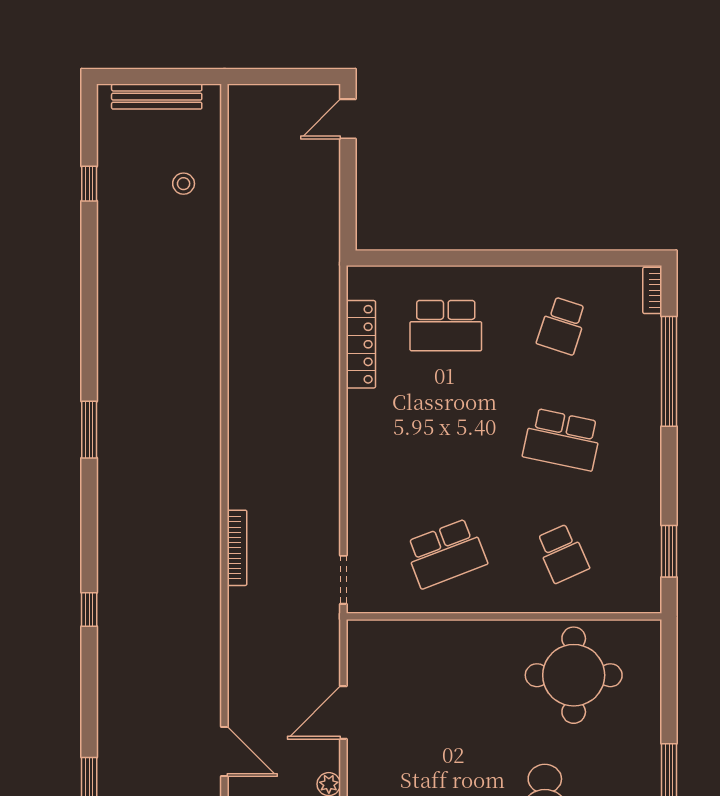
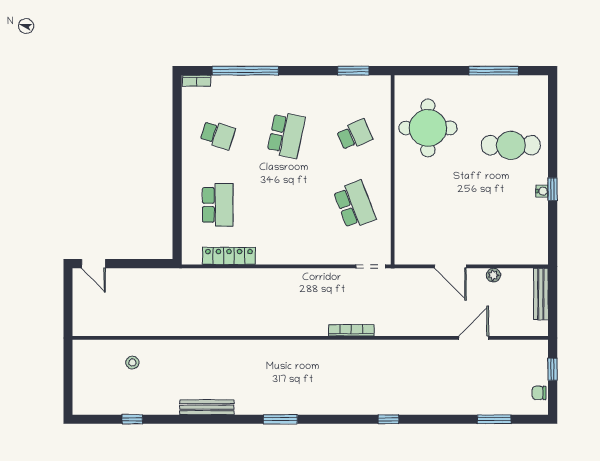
bench: (157, 97) -> (207, 407), moved, turned 90

